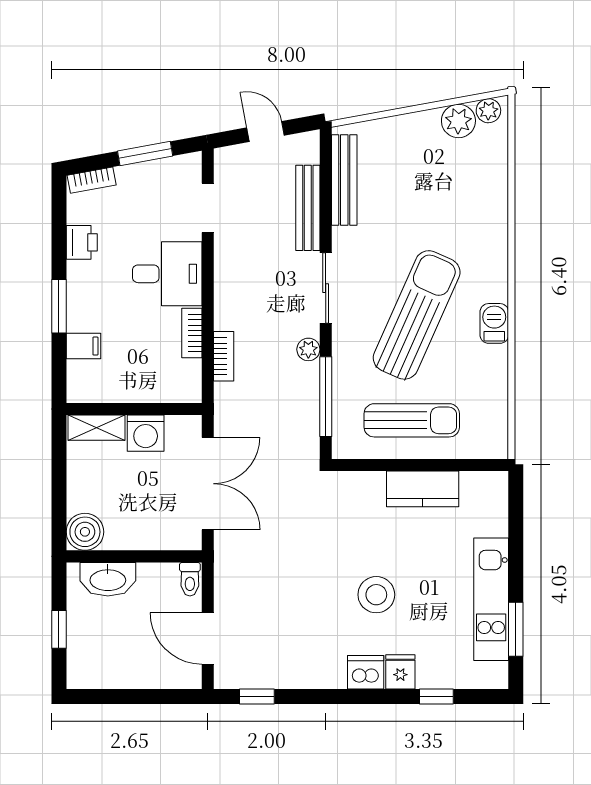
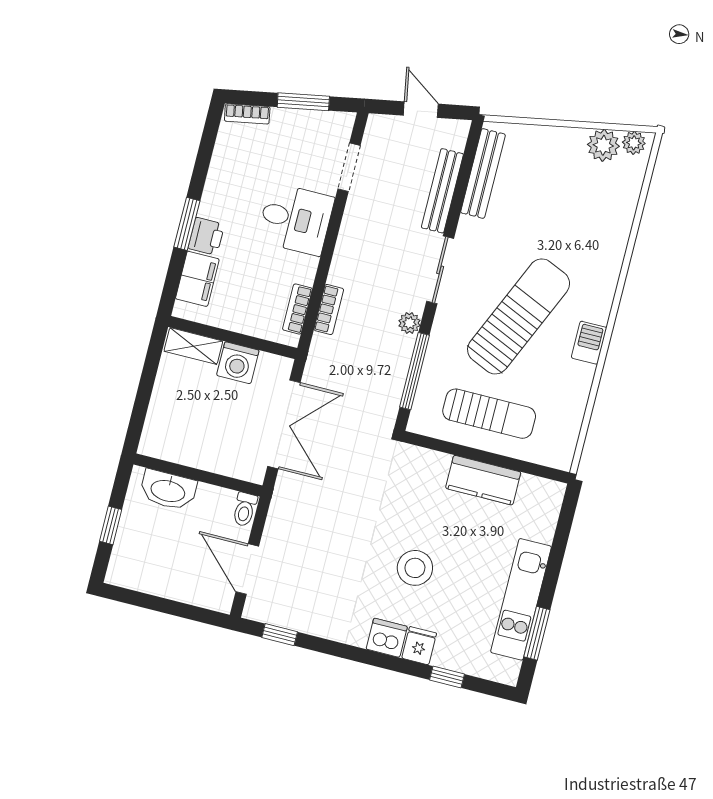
printer: (82, 242) -> (206, 236), moved
bookcase: (192, 333) -> (297, 309), moved
filing cabinet: (83, 346) -> (197, 279), width x2.00
boiler: (85, 532) -> (158, 440), removed

